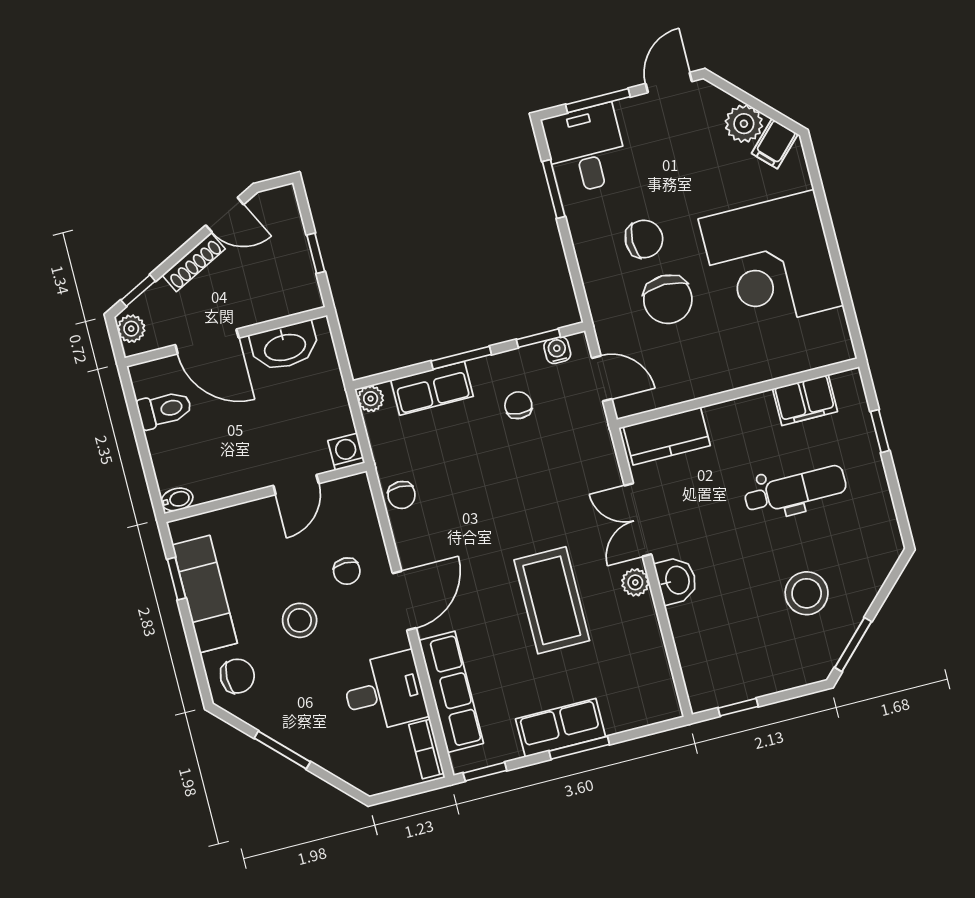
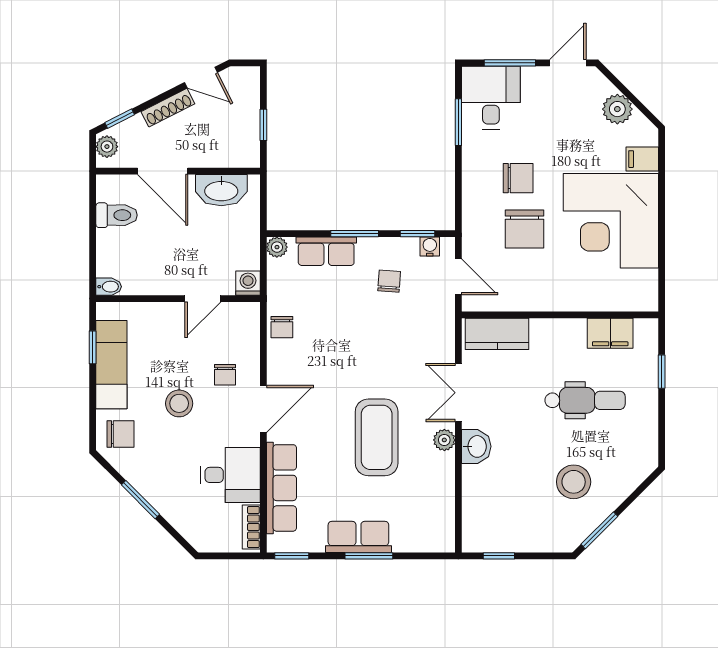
filing cabinet: (775, 144) -> (642, 159), moved, turned 45

